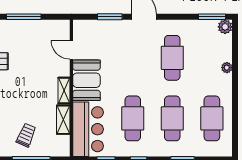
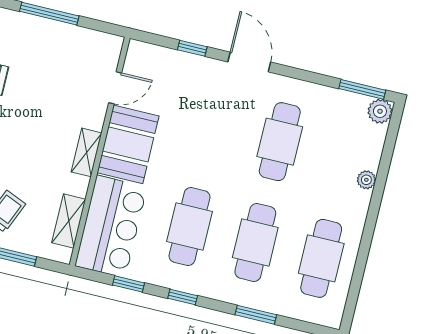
window: (110, 17) -> (192, 48), width x0.67
door: (71, 50) -> (115, 88), swing flipped
shelving: (63, 120) -> (69, 221), moved

